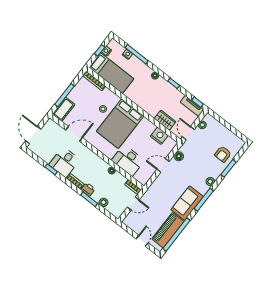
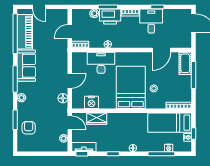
printer: (88, 189) -> (110, 17), width x1.87, depth x1.48

